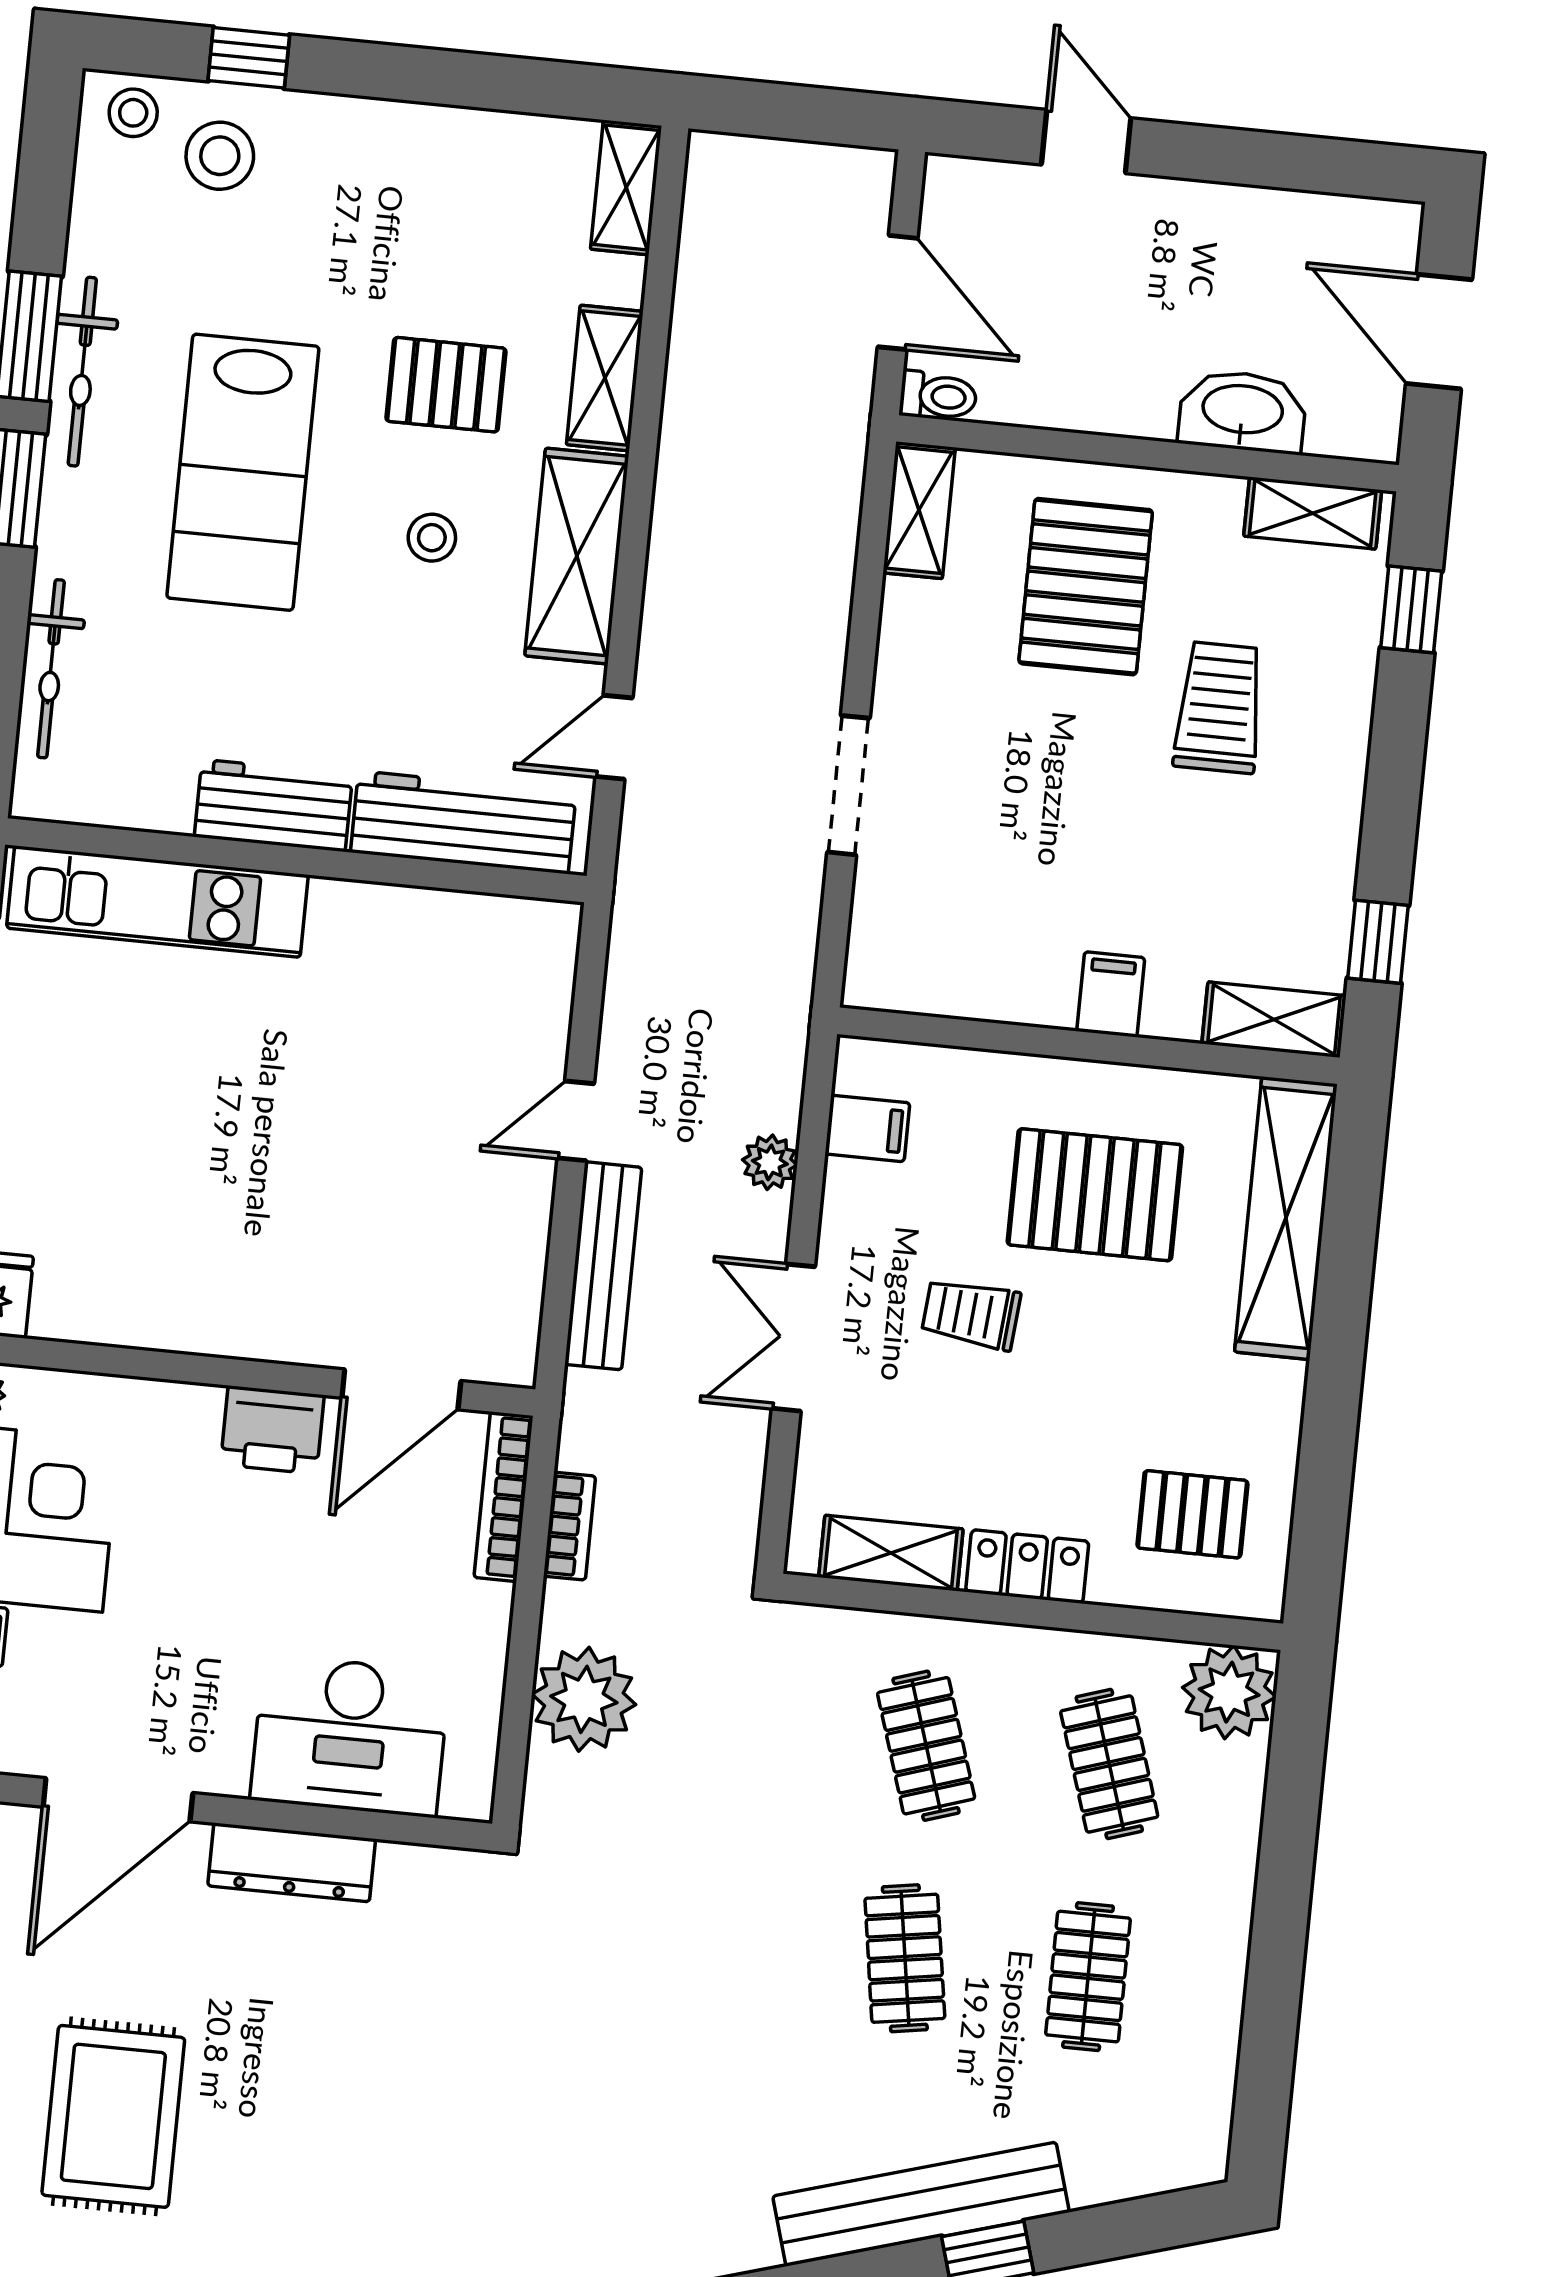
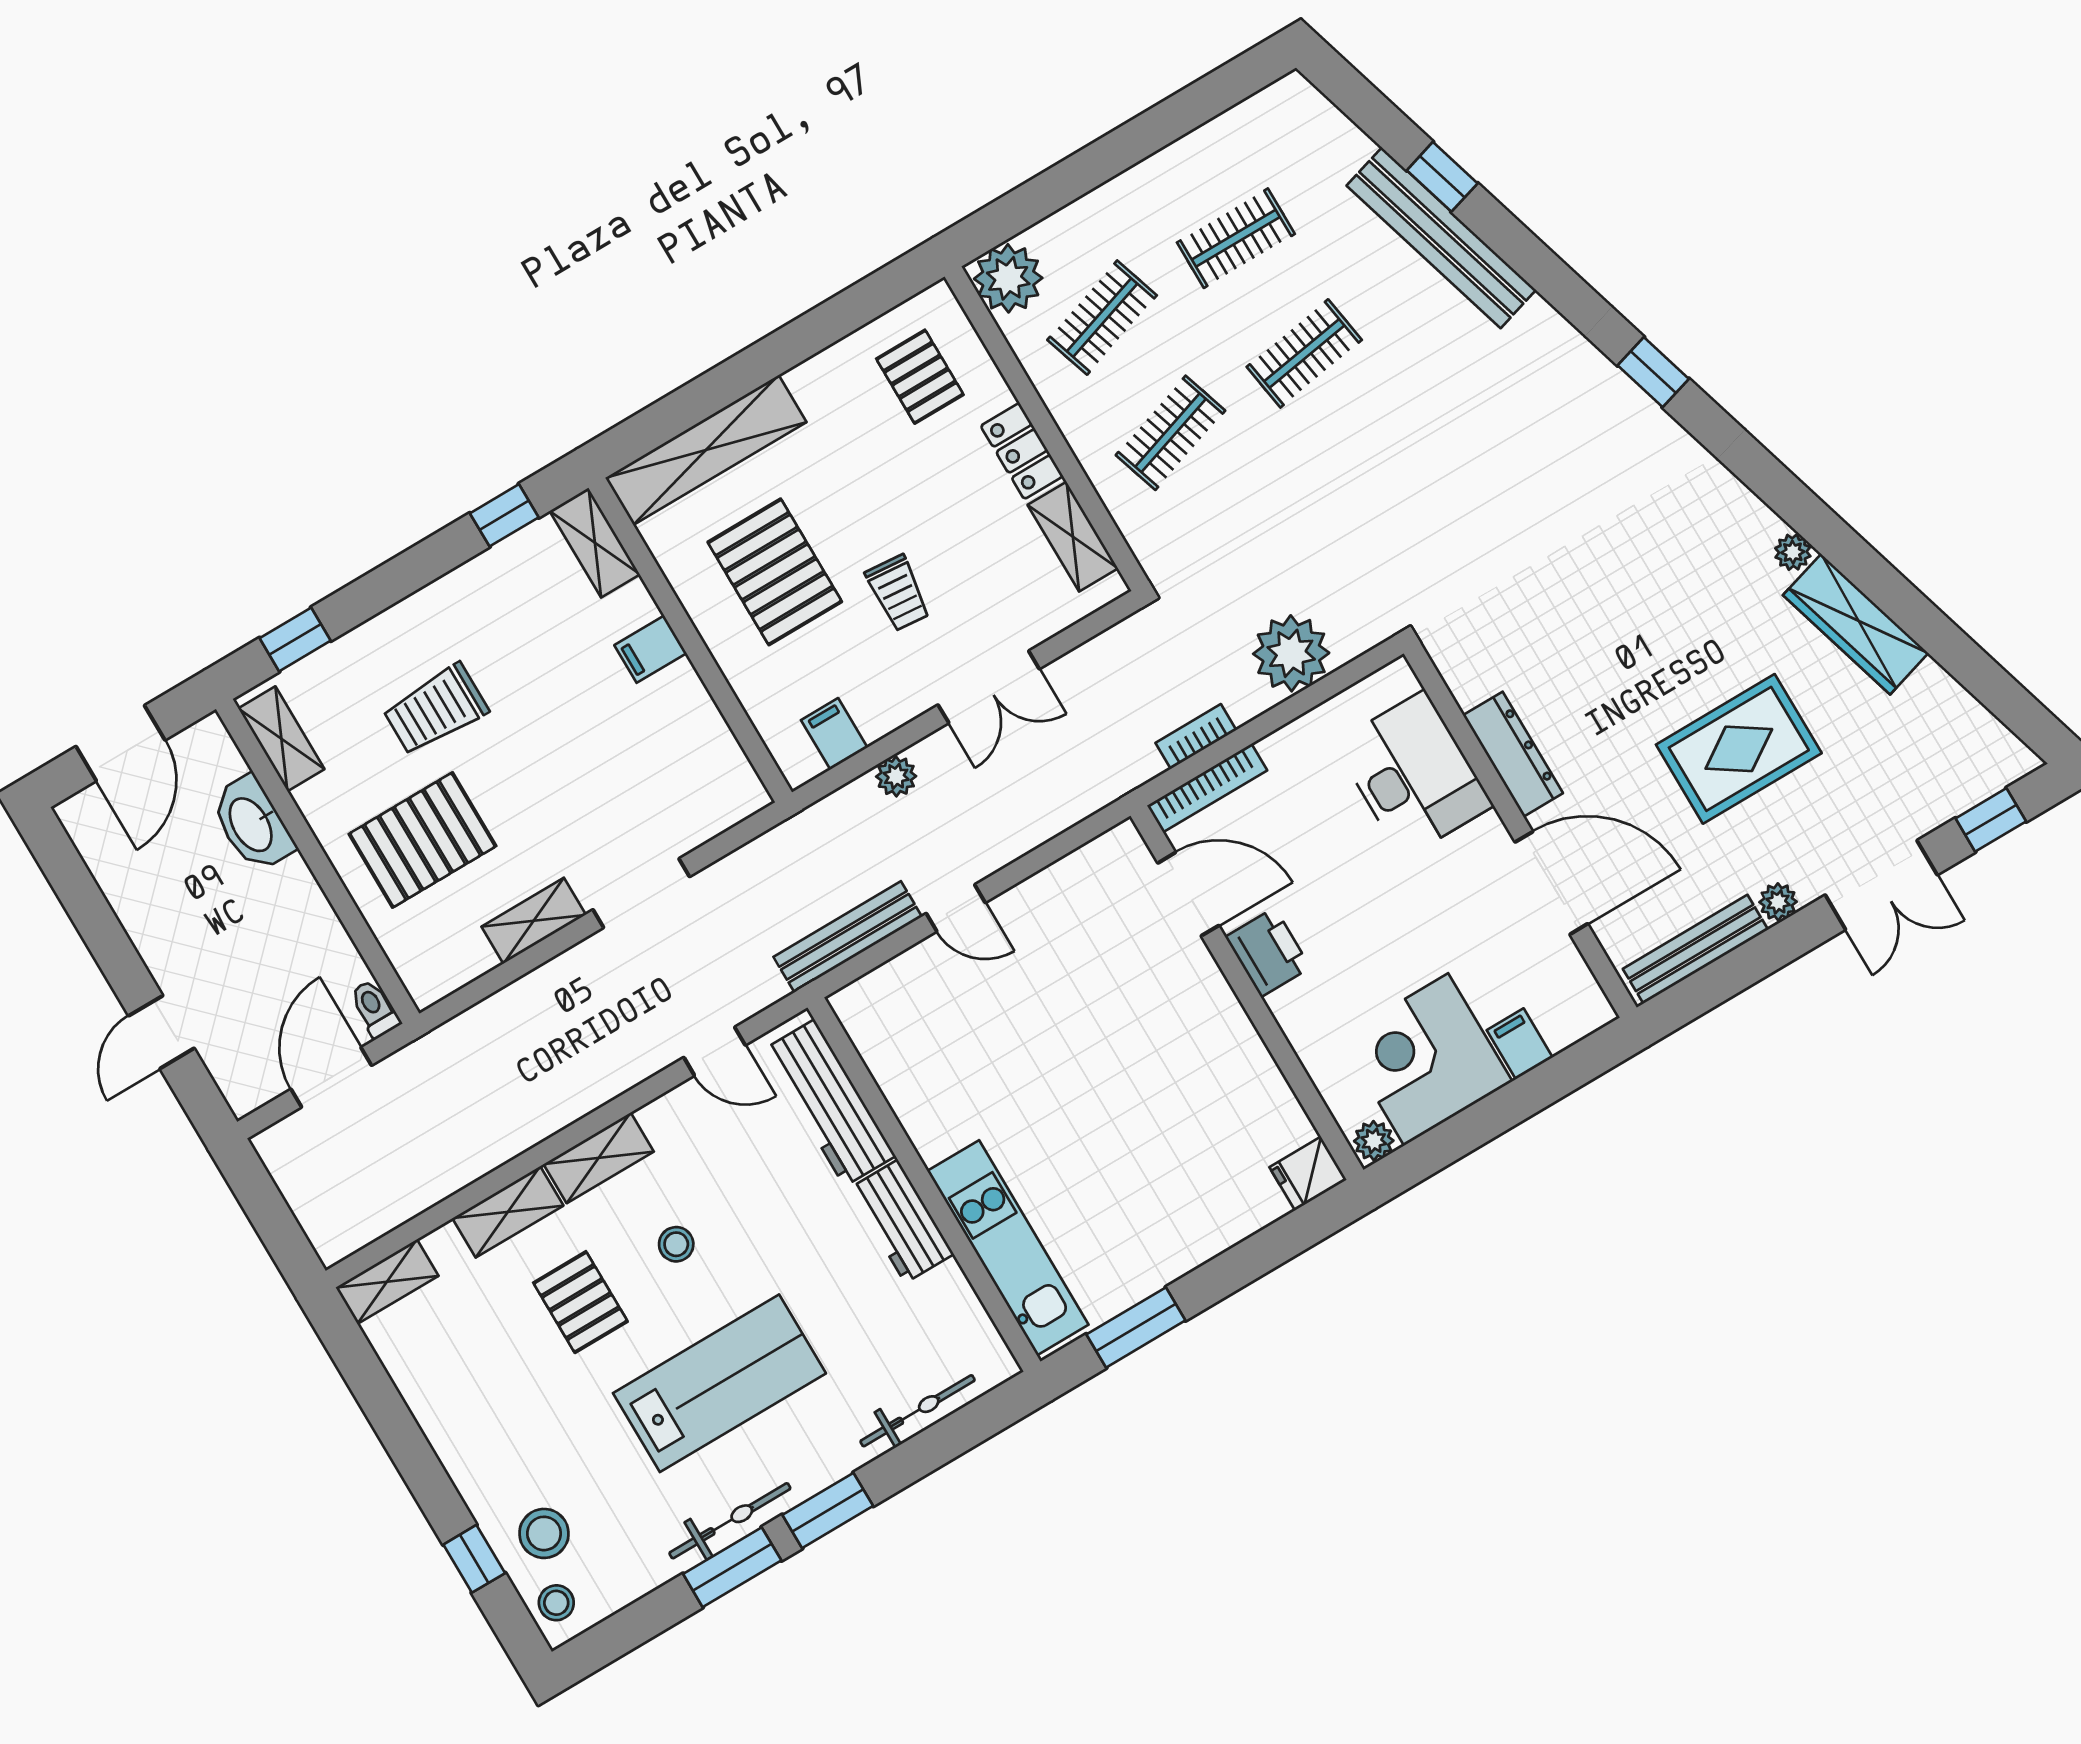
shelving: (919, 510) -> (534, 921), moved
shelving: (577, 556) -> (599, 1158), width x0.67, depth x0.75
bench: (603, 1266) -> (848, 937), moved

